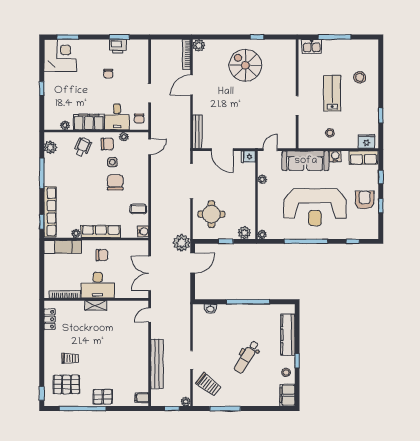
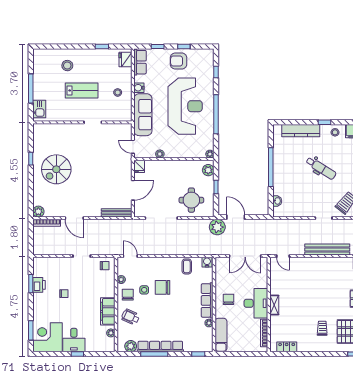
lab bench: (332, 93) -> (82, 90), turned 180
desk: (117, 117) -> (74, 340), moved, turned 90
row of seats: (50, 212) -> (160, 346), moved

